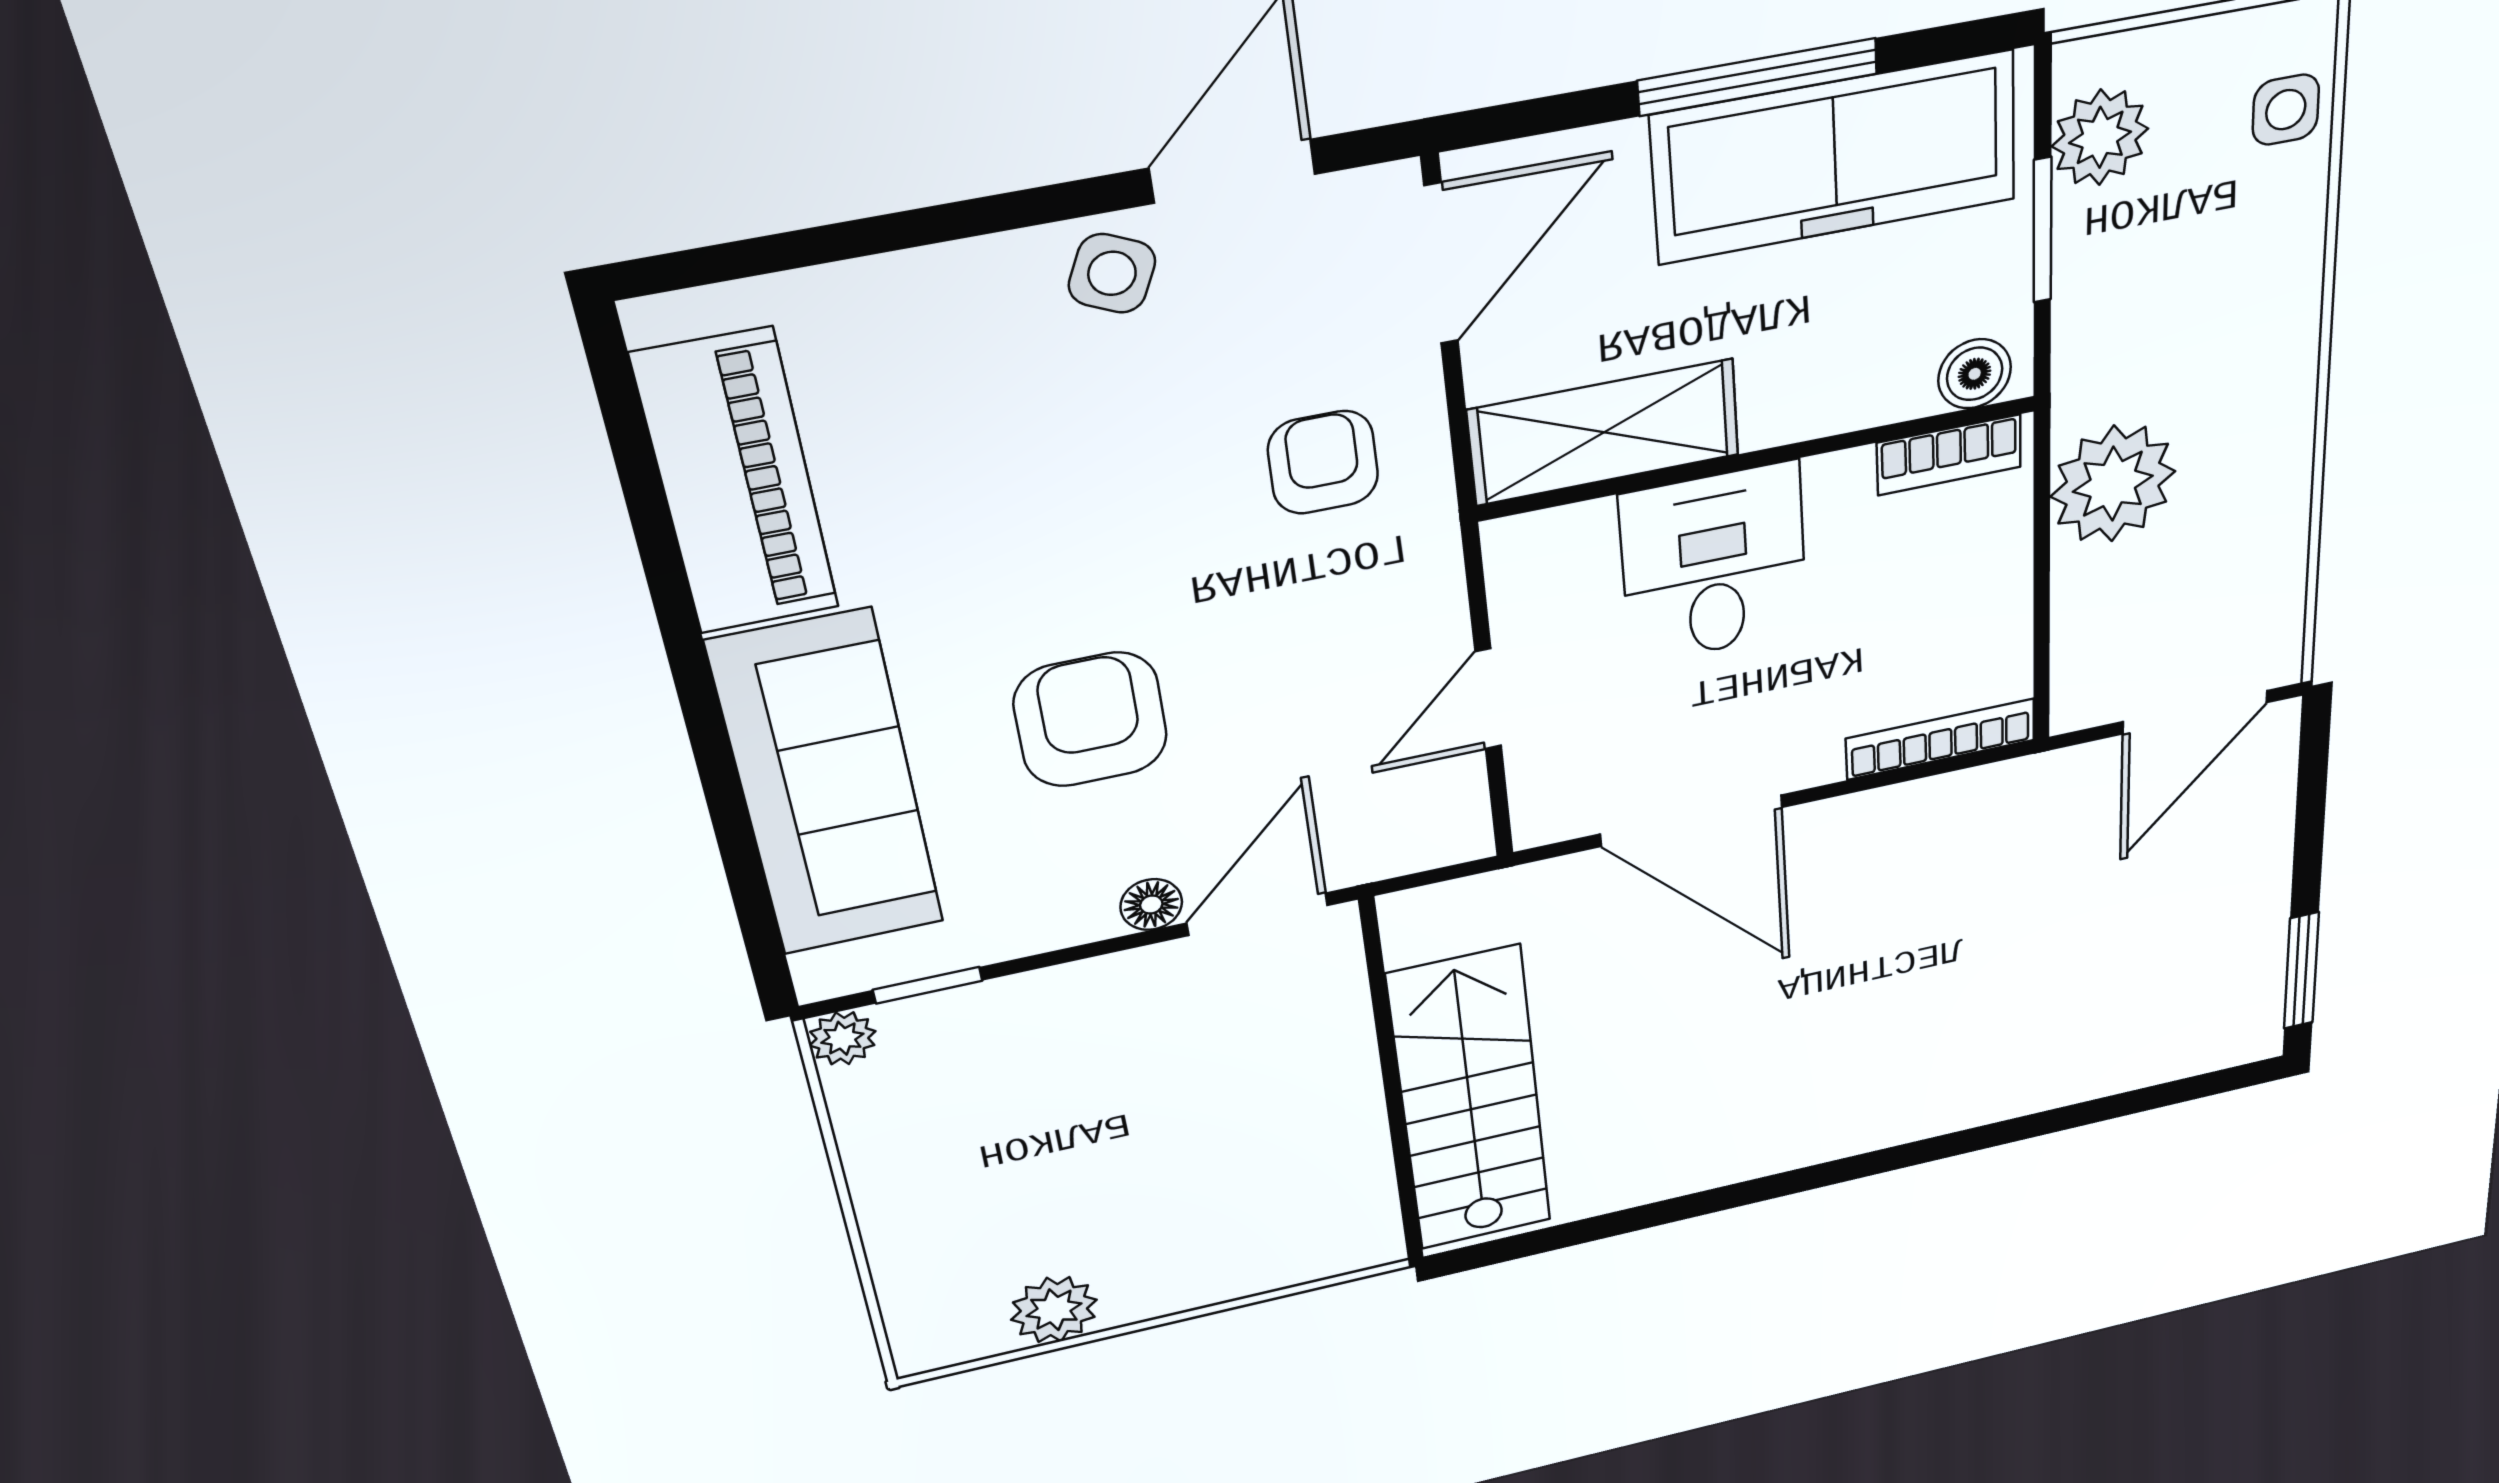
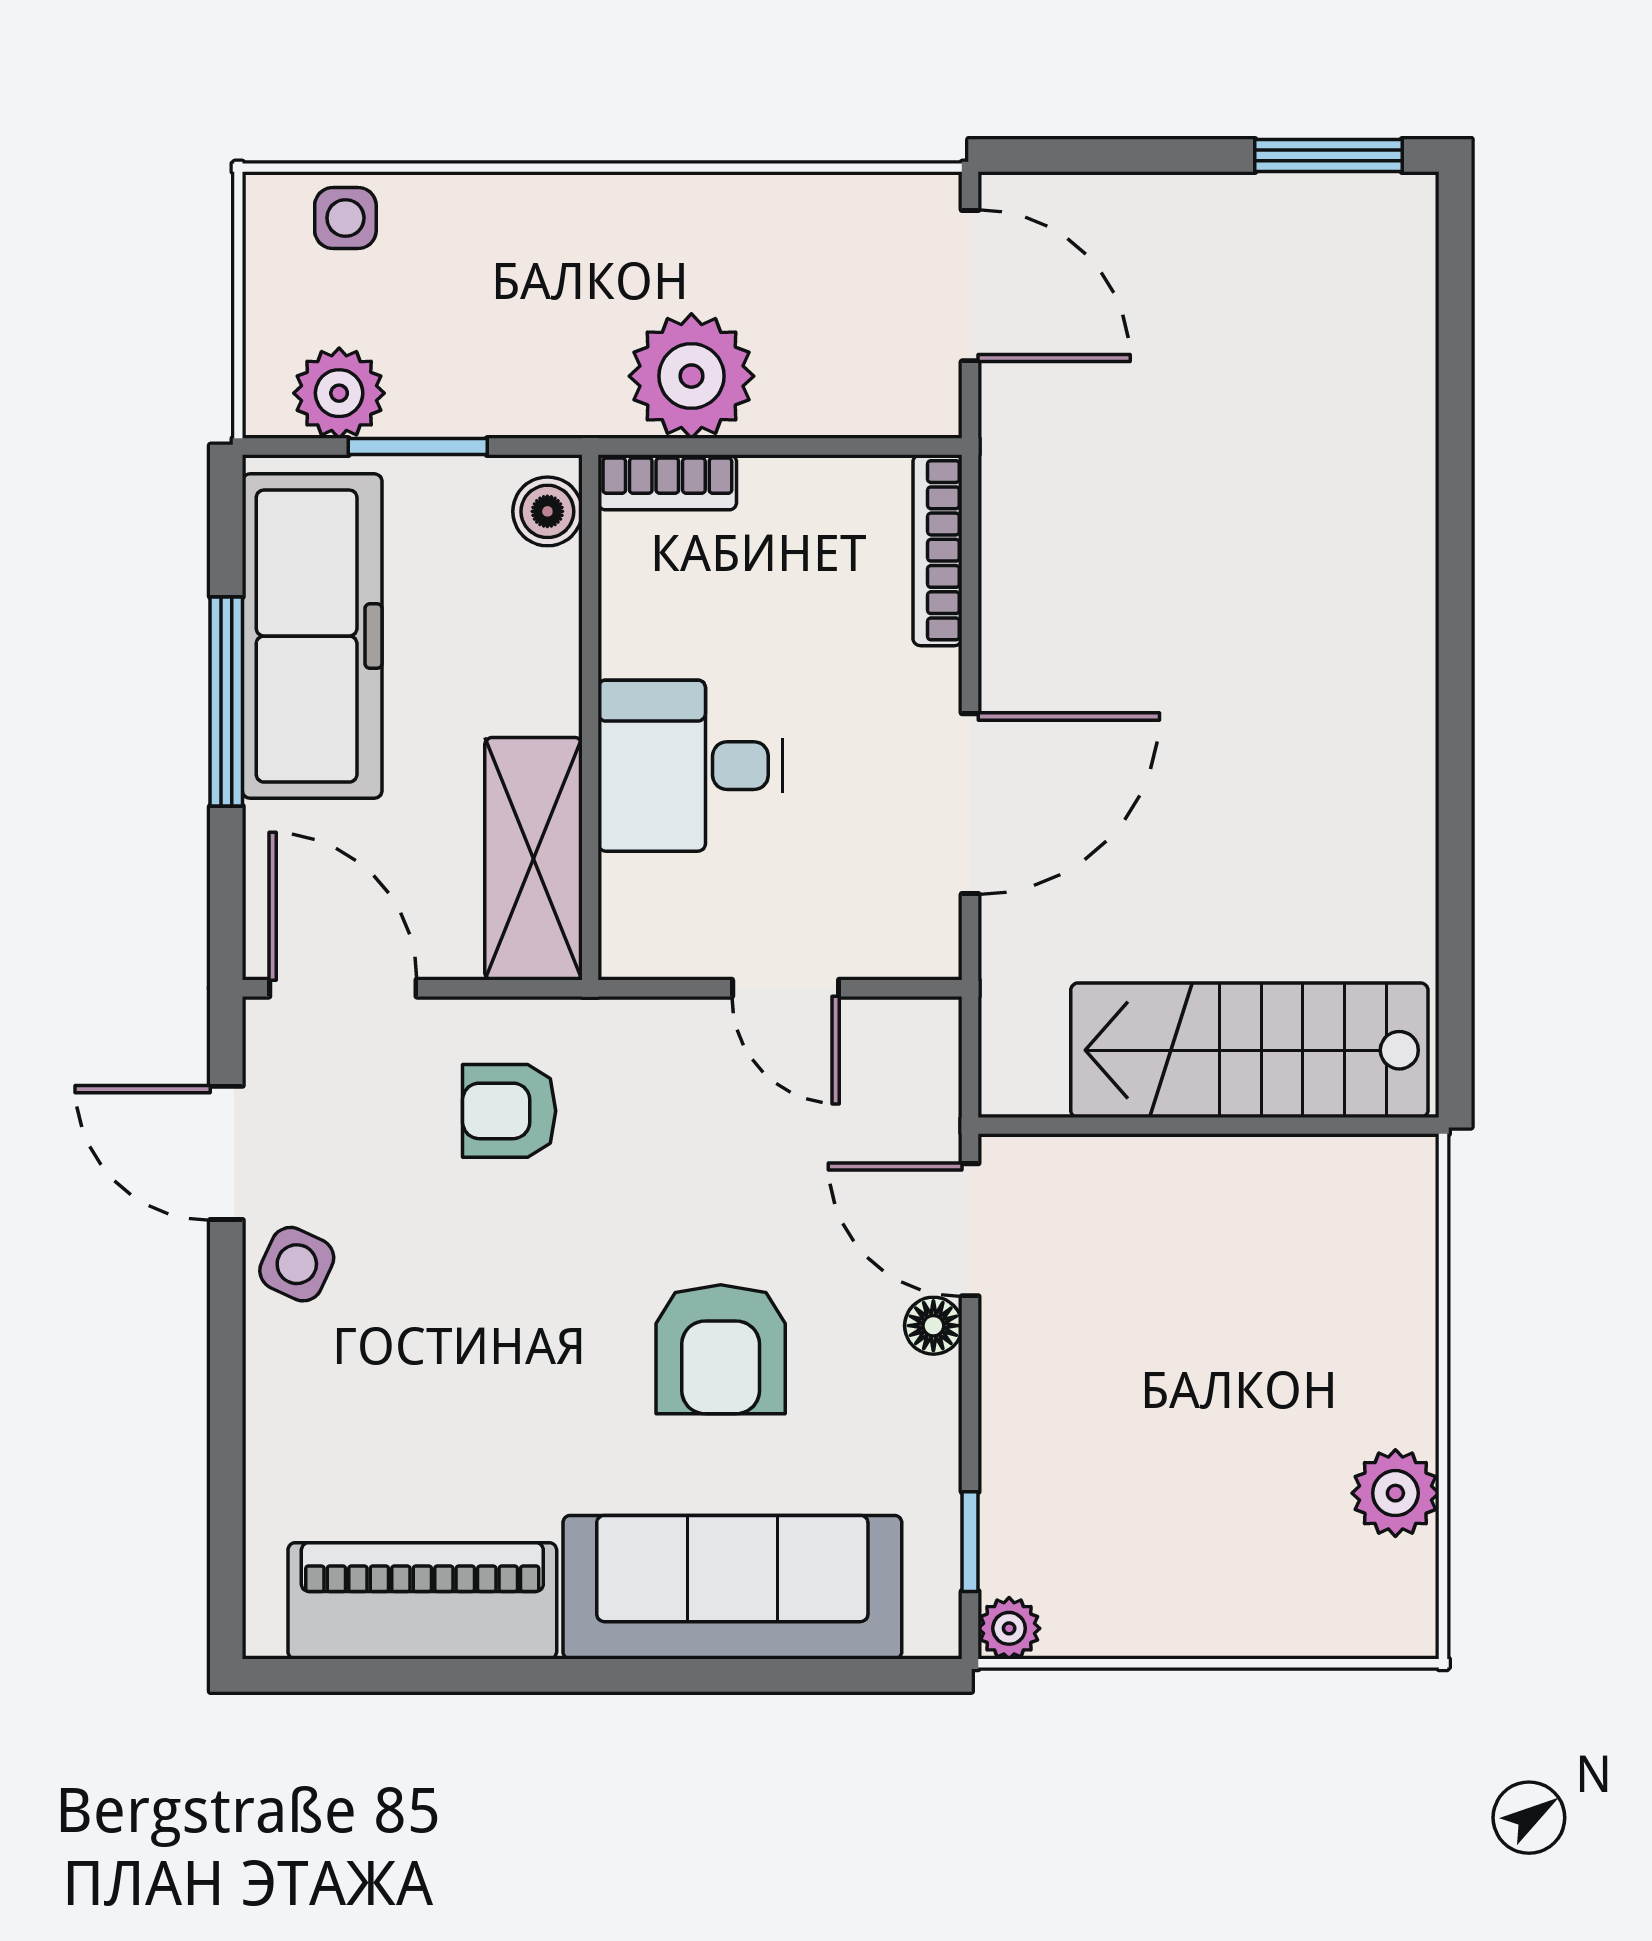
bookcase: (1949, 455) -> (667, 482), moved, turned 90
armchair: (1090, 720) -> (721, 1349), turned -90

